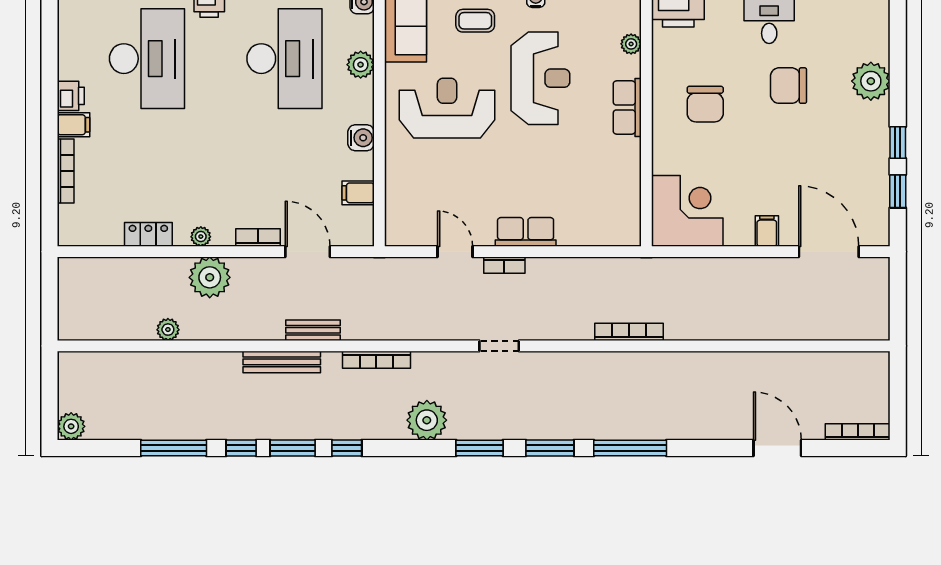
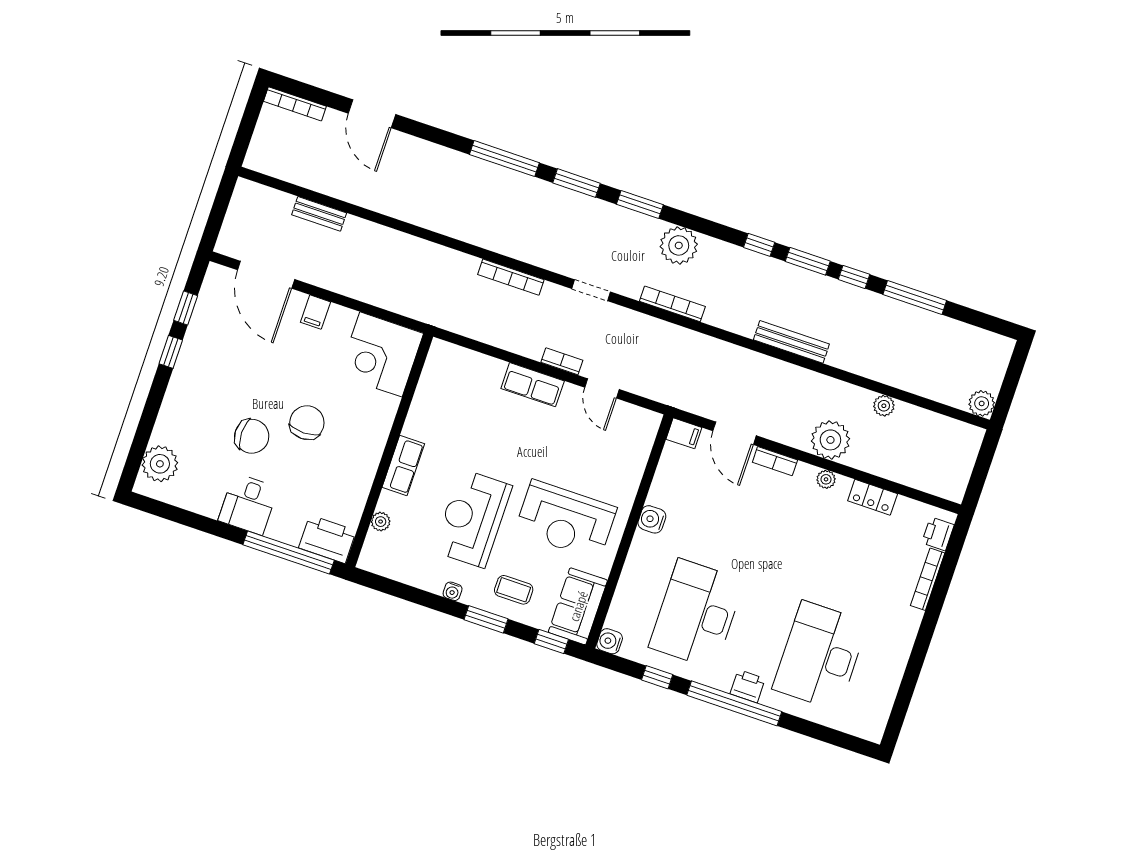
plant: (361, 65) -> (630, 585), removed
plant: (871, 81) -> (160, 464), moved
printer: (71, 96) -> (938, 534), moved
chair: (705, 104) -> (307, 423), moved
filing cabinet: (73, 125) -> (906, 619), removed
filing cabinet: (358, 193) -> (684, 433), moved
bench: (313, 330) -> (319, 214), moved
bookcase: (629, 332) -> (511, 277), moved
bookcase: (376, 360) -> (672, 304), moved
plant: (71, 426) -> (982, 403), moved

